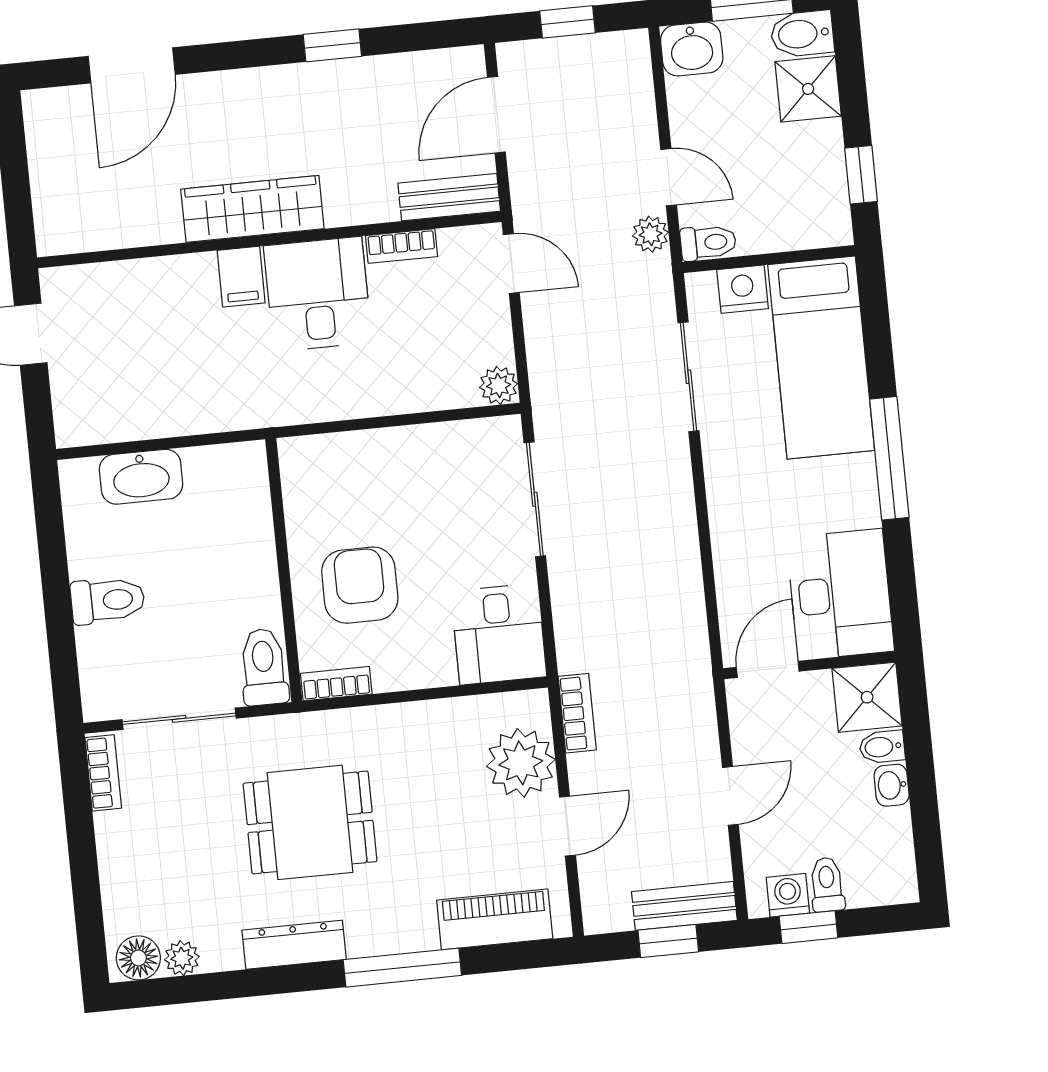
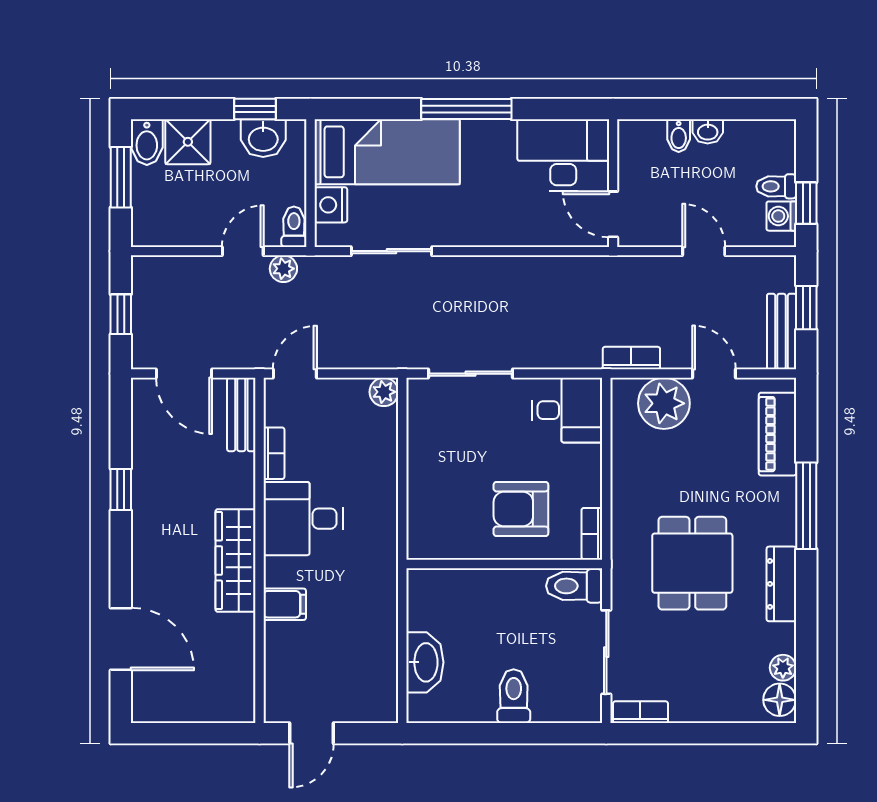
washbasin: (692, 49) -> (263, 138), moved, turned 90
filing cabinet: (241, 277) -> (285, 604), moved
shower: (867, 697) -> (641, 143), removed
bench: (684, 906) -> (782, 331), moved

